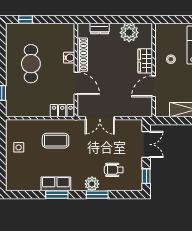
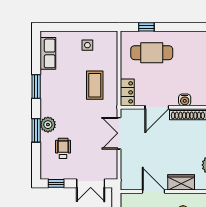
cafe table: (31, 64) -> (152, 53), moved
row of seats: (56, 184) -> (48, 53), moved

